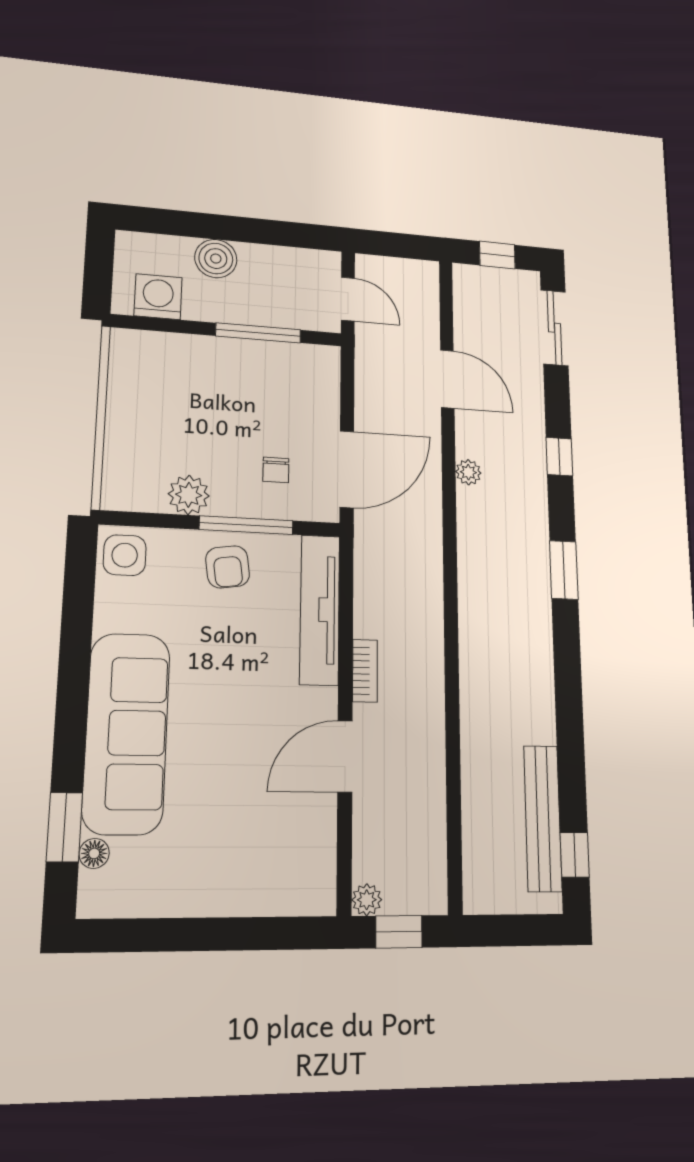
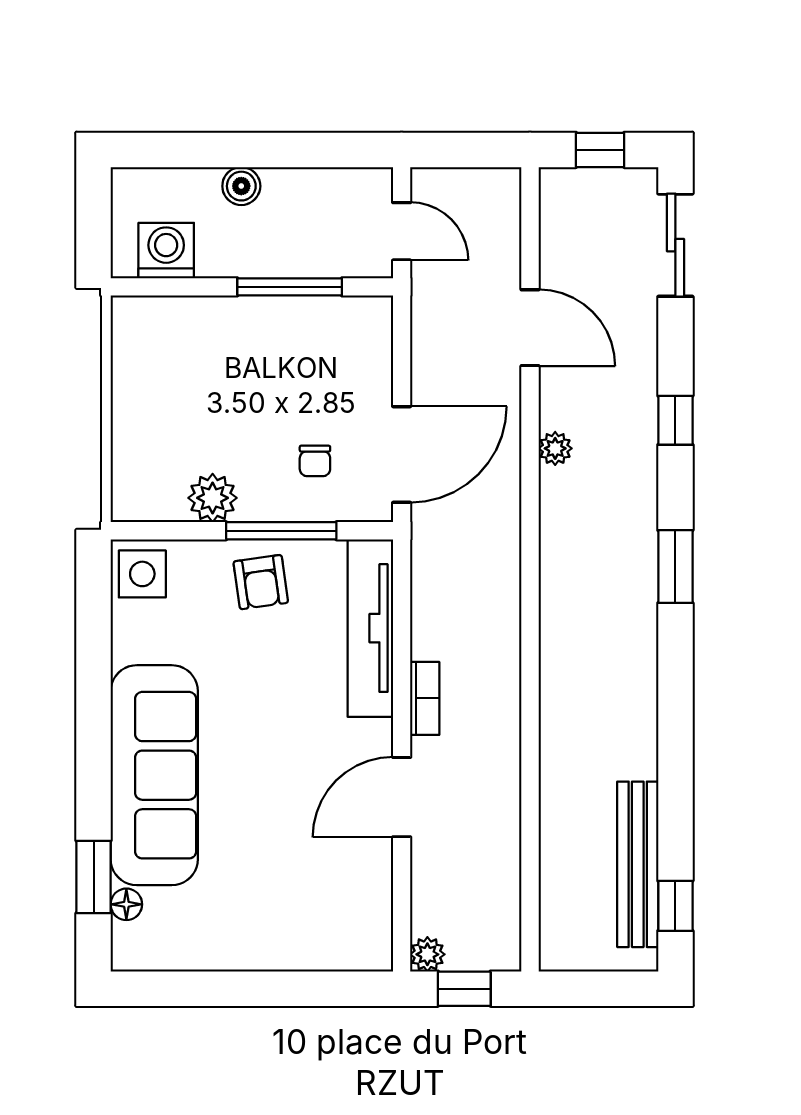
boiler: (216, 259) -> (241, 186), width x0.73, depth x0.73

